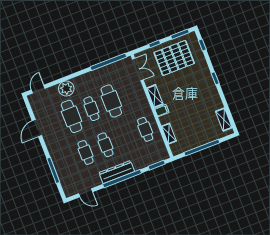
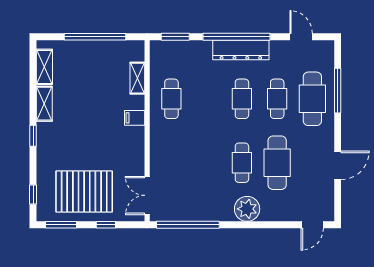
plant: (66, 88) -> (247, 209), moved
shelving: (155, 96) -> (44, 104), moved
cafe table: (111, 101) -> (312, 99), moved

